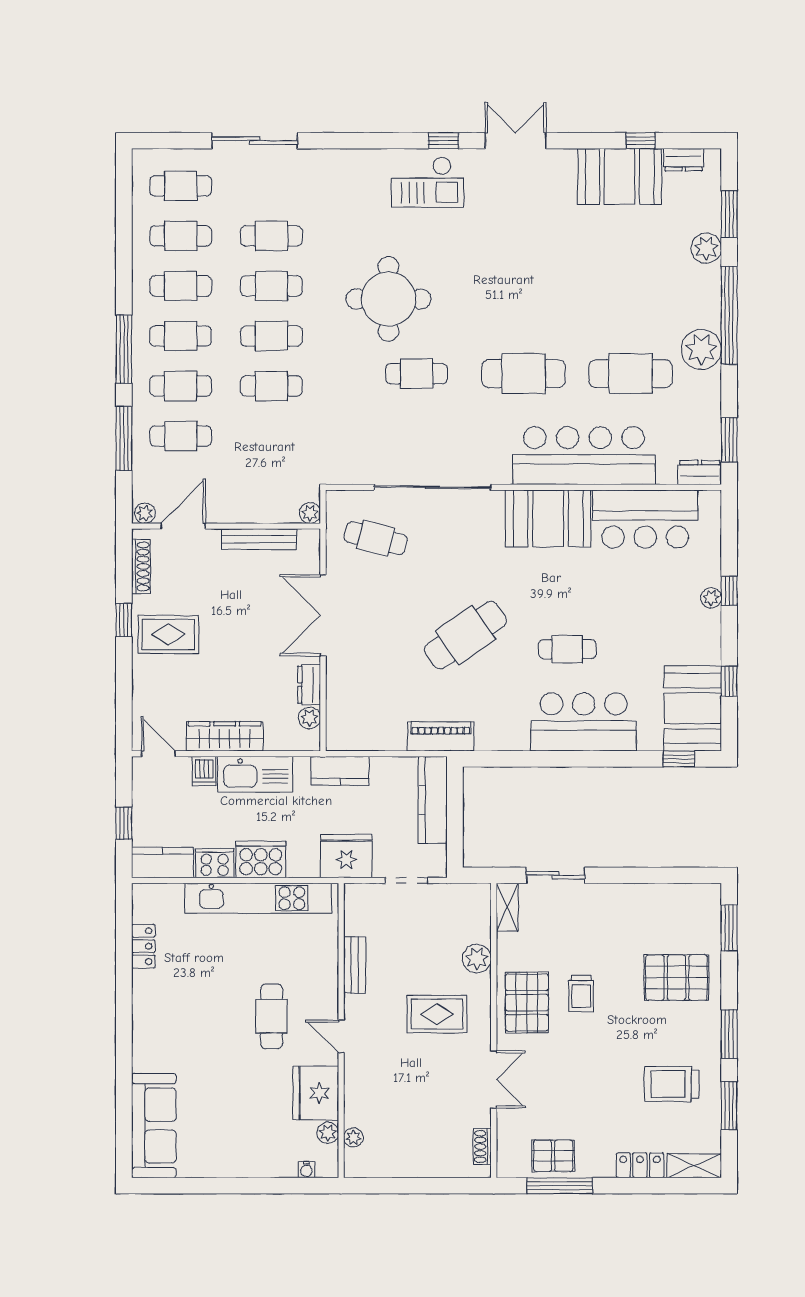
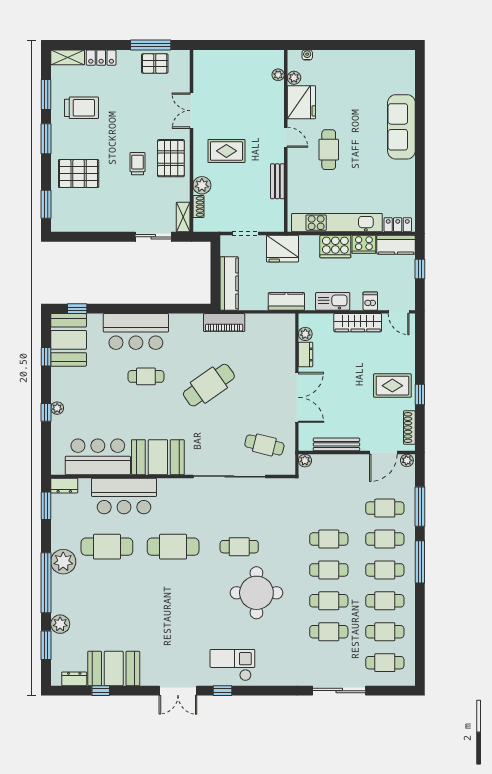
bar counter: (584, 456) -> (124, 496), width x0.73
kitchen sink: (255, 774) -> (333, 301), width x0.73, depth x0.81
locker: (143, 946) -> (398, 225), moved, turned 90
sofa: (154, 1126) -> (401, 127), moved
shoe rack: (482, 1147) -> (198, 207), moved

